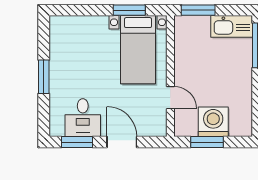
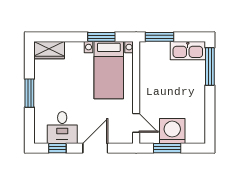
wardrobe: (67, 26) -> (49, 50), added
door: (170, 98) -> (136, 123), moved
window: (77, 142) -> (57, 148), width x0.67
door: (122, 142) -> (95, 148), hinge flipped

